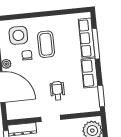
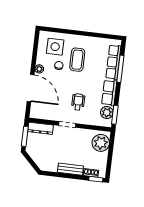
plant: (92, 95) -> (107, 113), added

